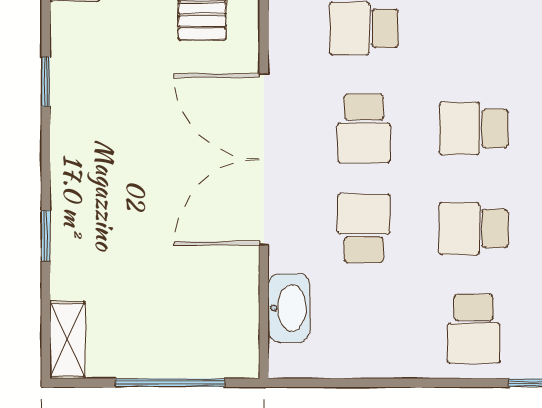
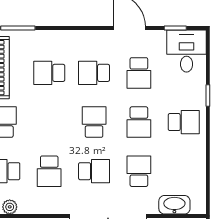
school desk: (474, 128) -> (94, 122), turned 180
school desk: (364, 229) -> (139, 171), turned 90

